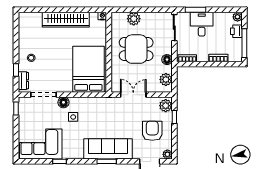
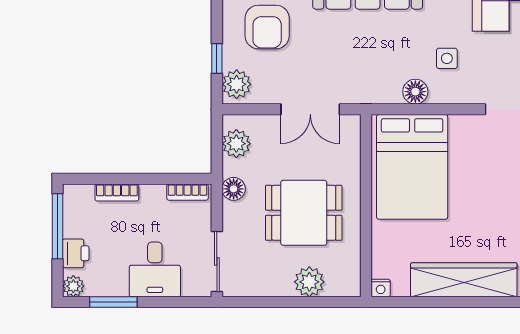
window: (195, 10) -> (113, 302), moved
floor lamp: (63, 102) -> (415, 92), moved

